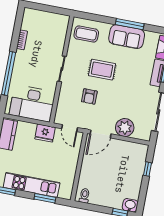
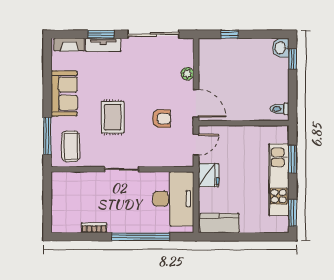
window: (130, 24) -> (47, 136), moved
armchair: (89, 96) -> (161, 119), moved
plant: (125, 128) -> (187, 74), width x0.53, depth x0.53

